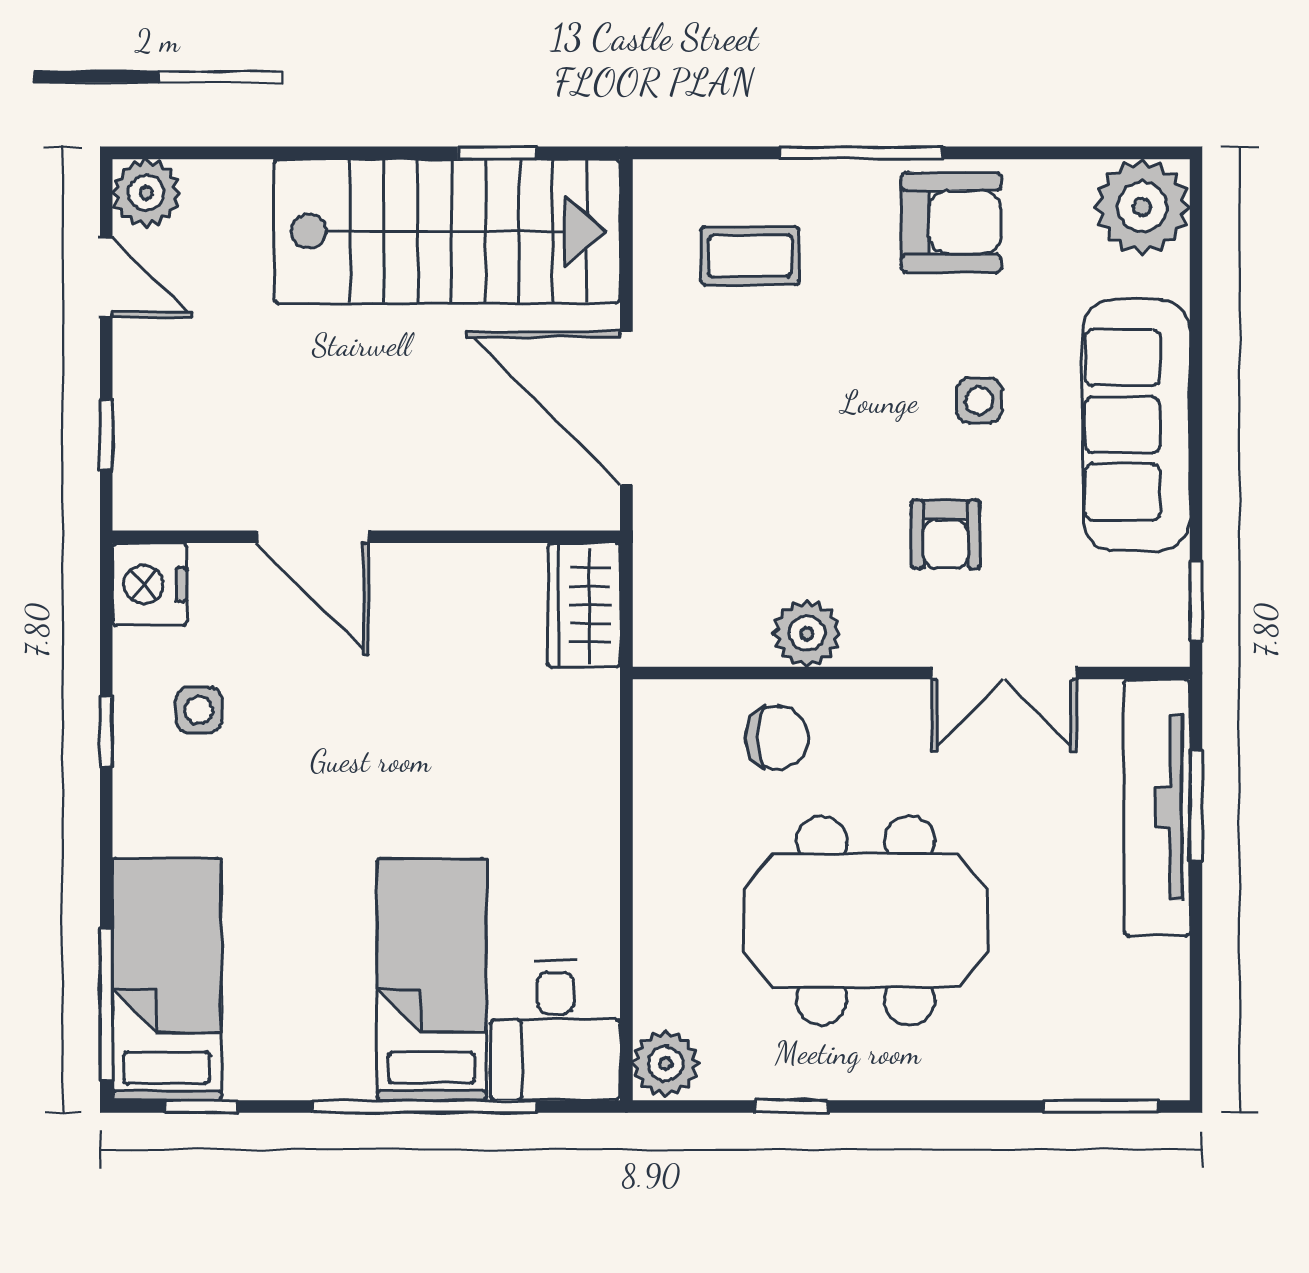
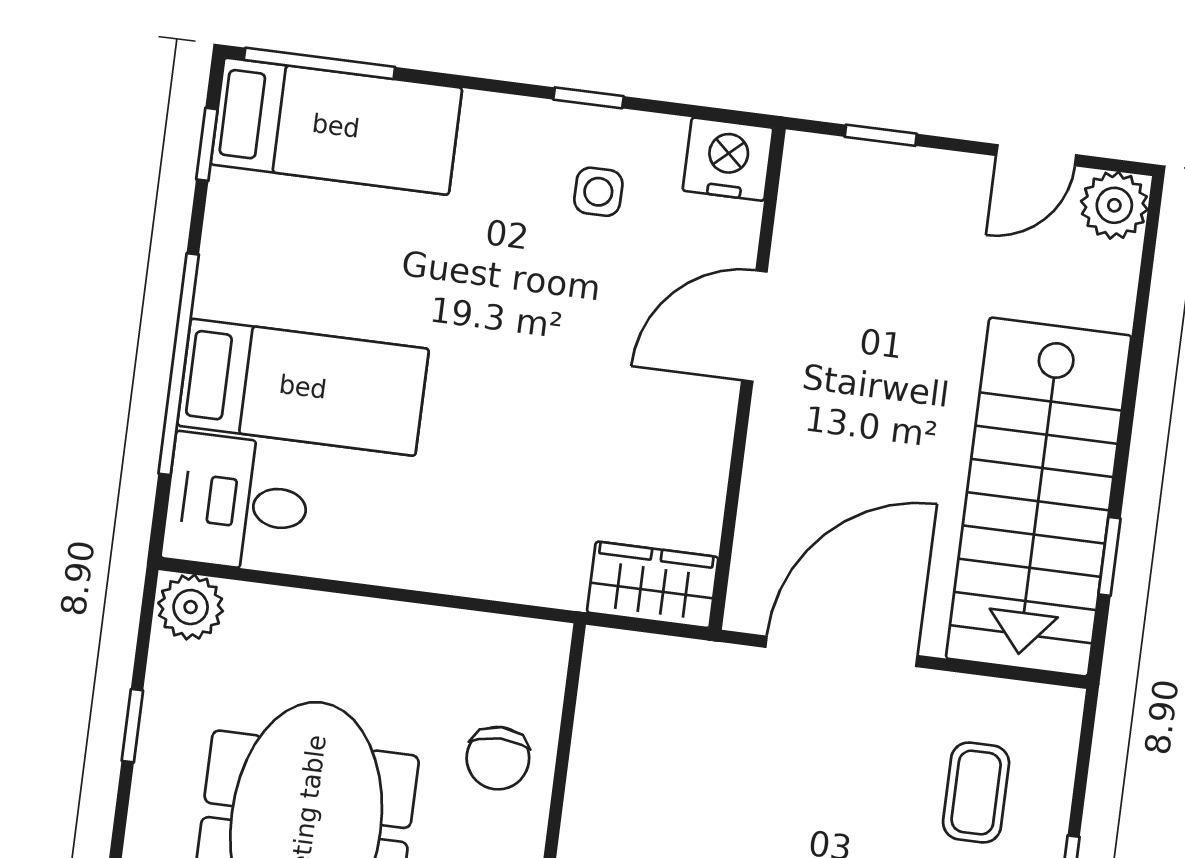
plant: (807, 633) -> (597, 801), removed

